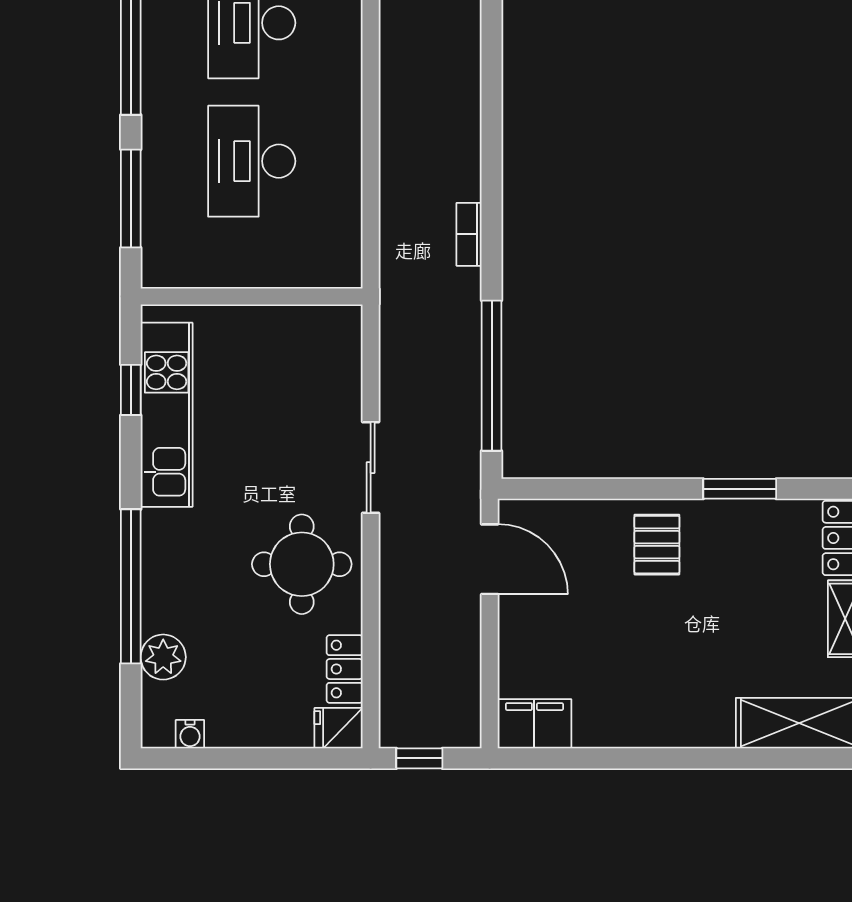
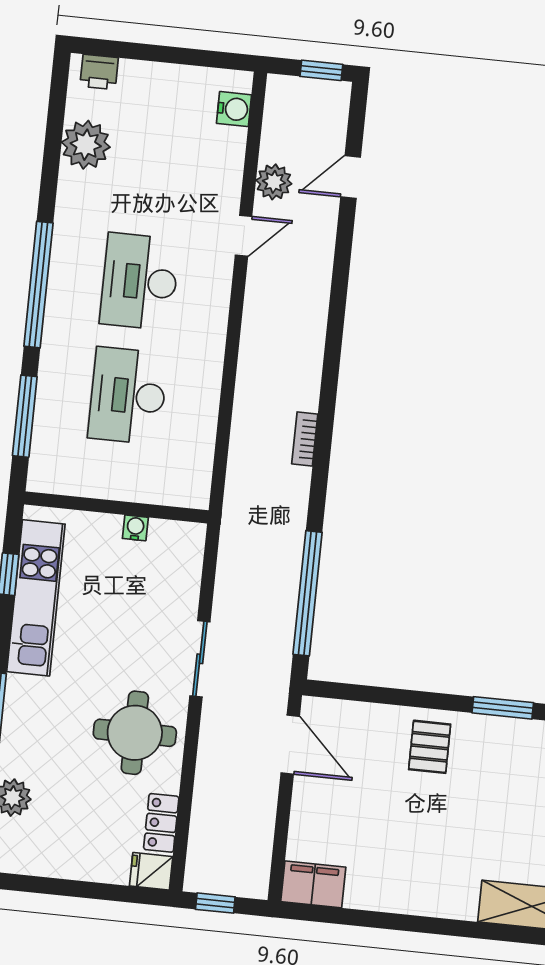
bookcase: (469, 234) -> (305, 439), moved
water cooler: (190, 734) -> (135, 528), moved, turned 180

